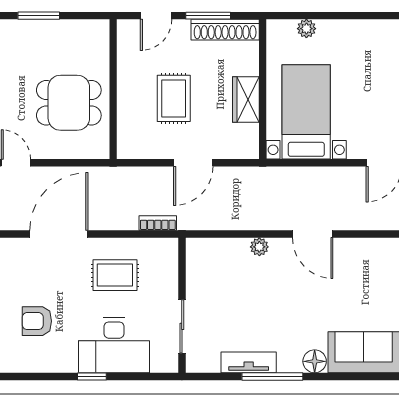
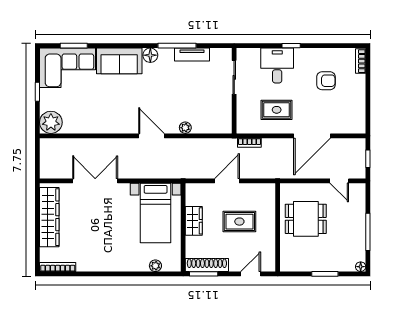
window: (208, 16) -> (204, 274), moved
rug: (174, 98) -> (239, 222), turned 90
desk: (114, 345) -> (277, 65), width x0.73

